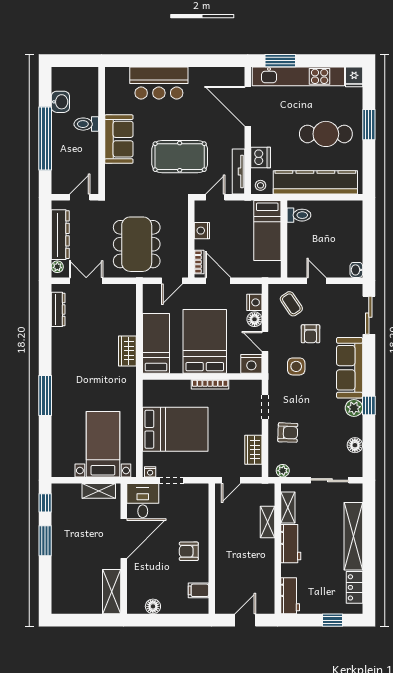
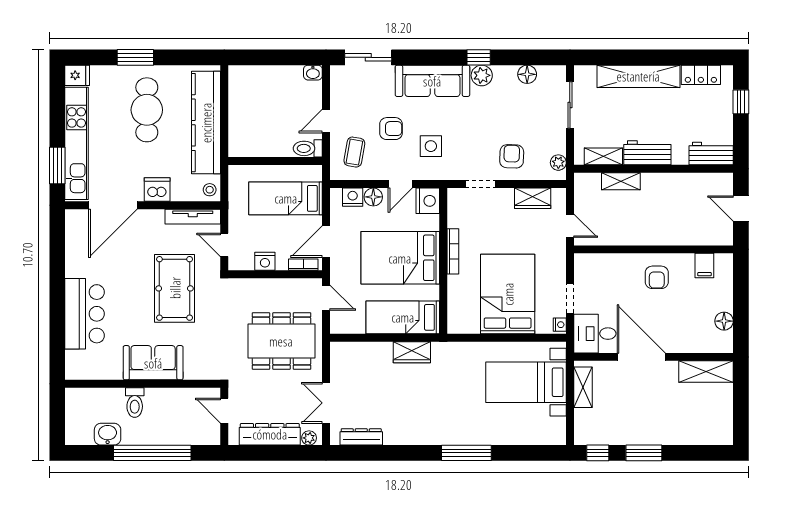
dishwasher: (261, 157) -> (157, 190), moved
toilet: (299, 215) -> (308, 148), moved, turned -90
bed: (267, 231) -> (286, 198), moved, turned 180
coffee table: (291, 304) -> (354, 152), turned -46

